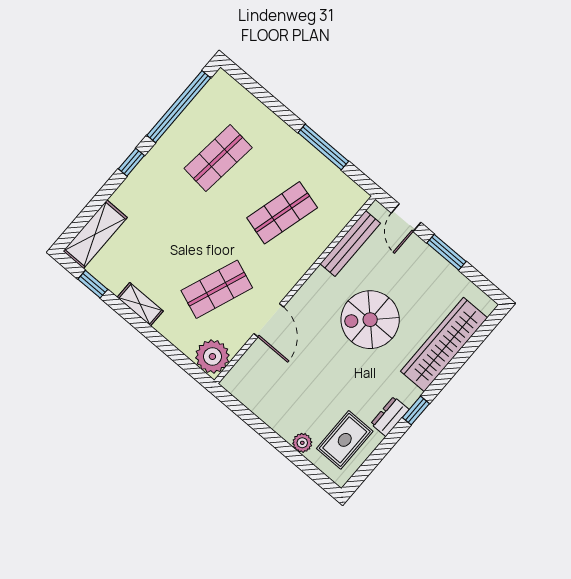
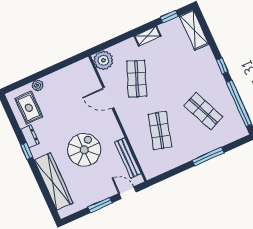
window: (323, 147) -> (208, 156), moved
shop shelf: (218, 158) -> (203, 111), turned -30

